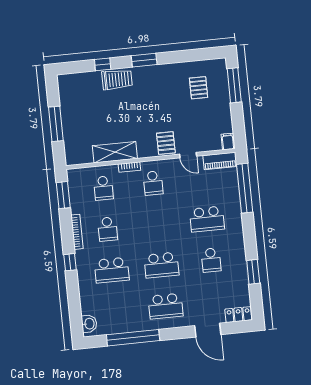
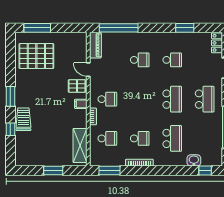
pallet: (199, 88) -> (36, 56), width x2.05, depth x2.00
window: (56, 124) -> (53, 170), width x0.69
filing cabinet: (228, 141) -> (81, 104), moved
shelving: (115, 152) -> (80, 145), moved
door: (188, 155) -> (88, 70), swing flipped
school desk: (207, 219) -> (140, 60), width x0.54
window: (70, 262) -> (205, 170), moved
washbasin: (89, 324) -> (194, 160), moved

